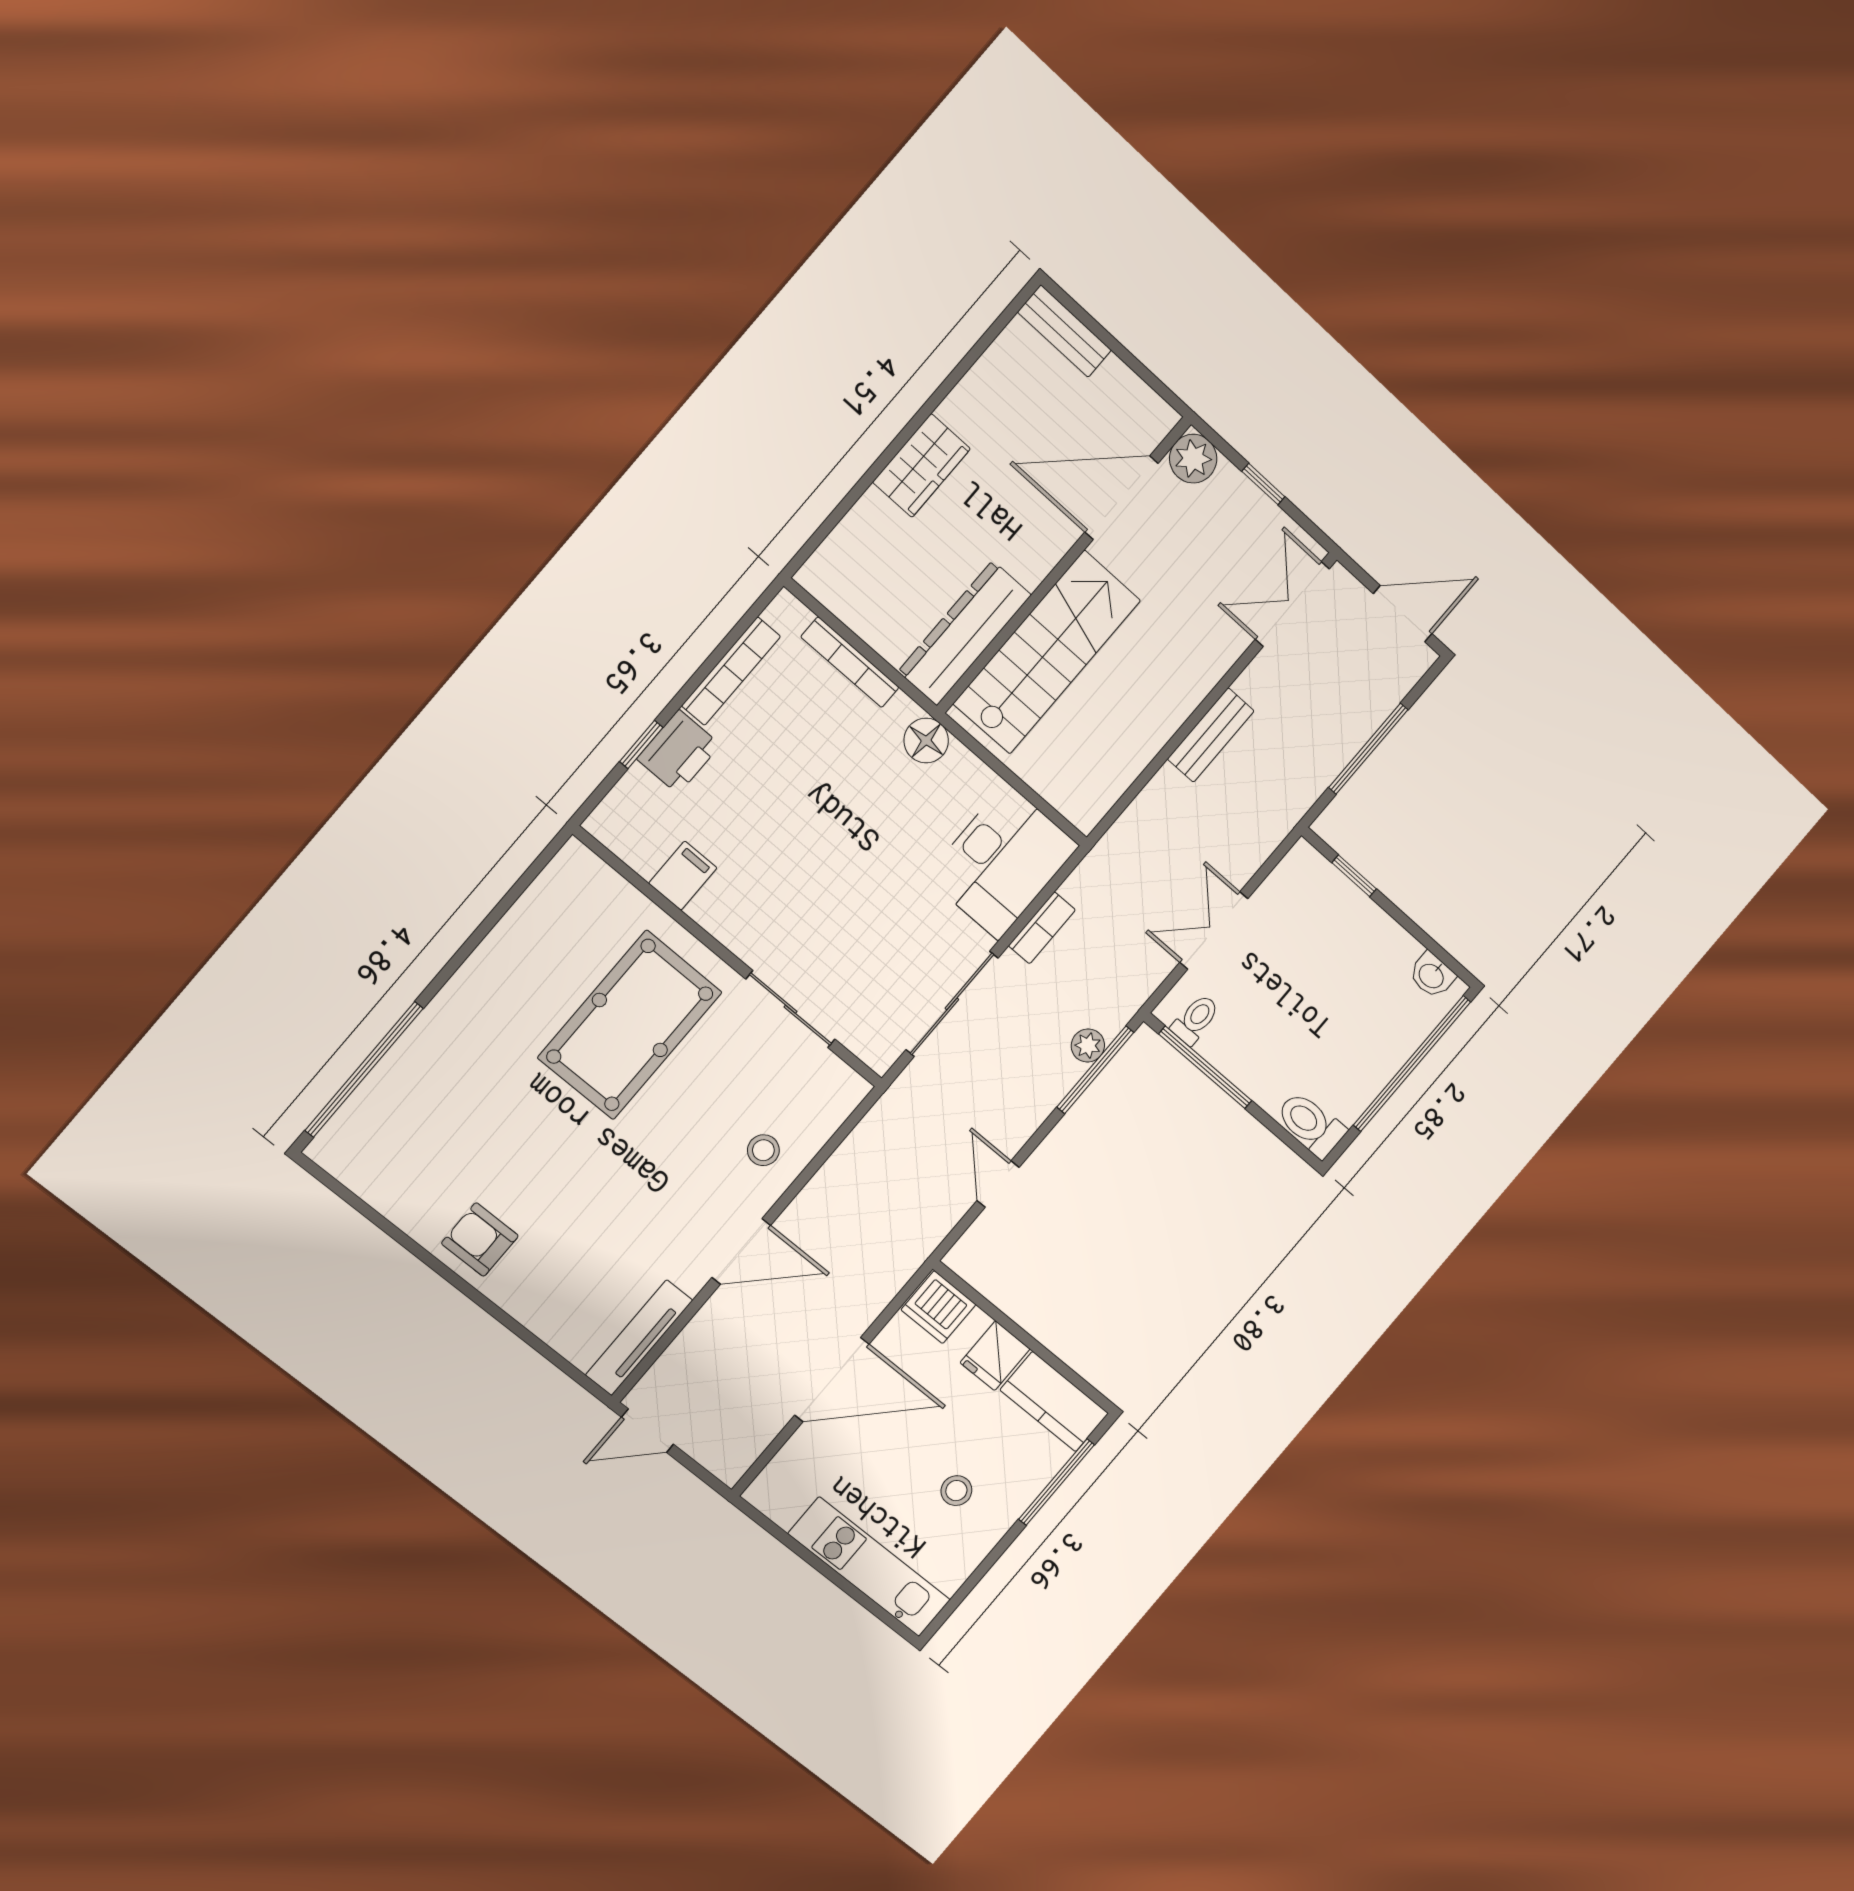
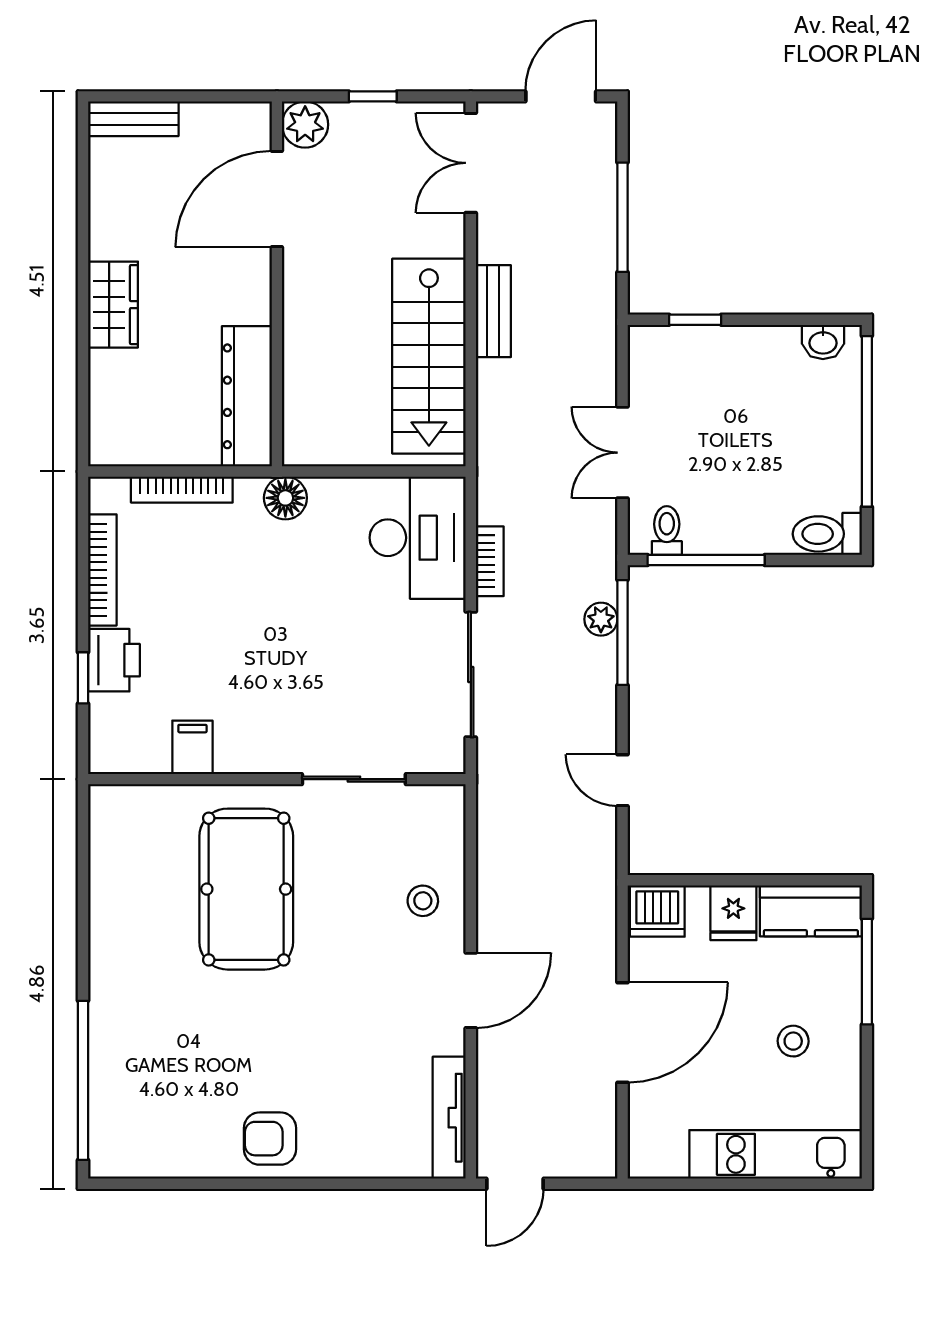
stairs: (1047, 652) -> (429, 356), moved, turned 180

